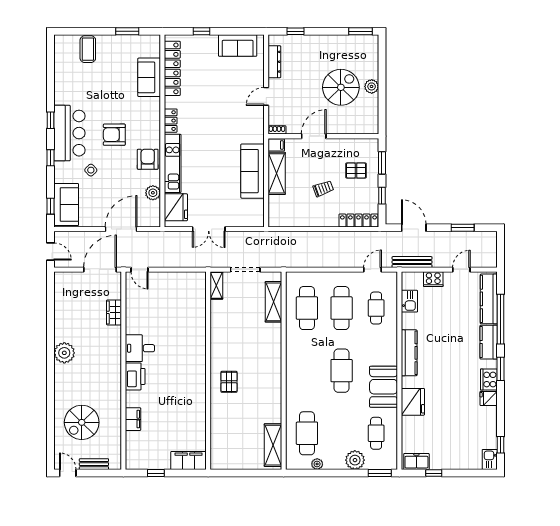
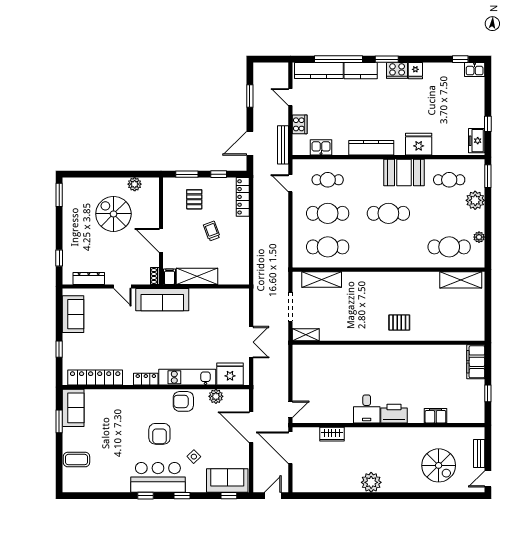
sofa: (149, 77) -> (73, 408), moved, turned -90
plant: (372, 86) -> (135, 184), moved
sofa: (253, 171) -> (162, 300), moved

